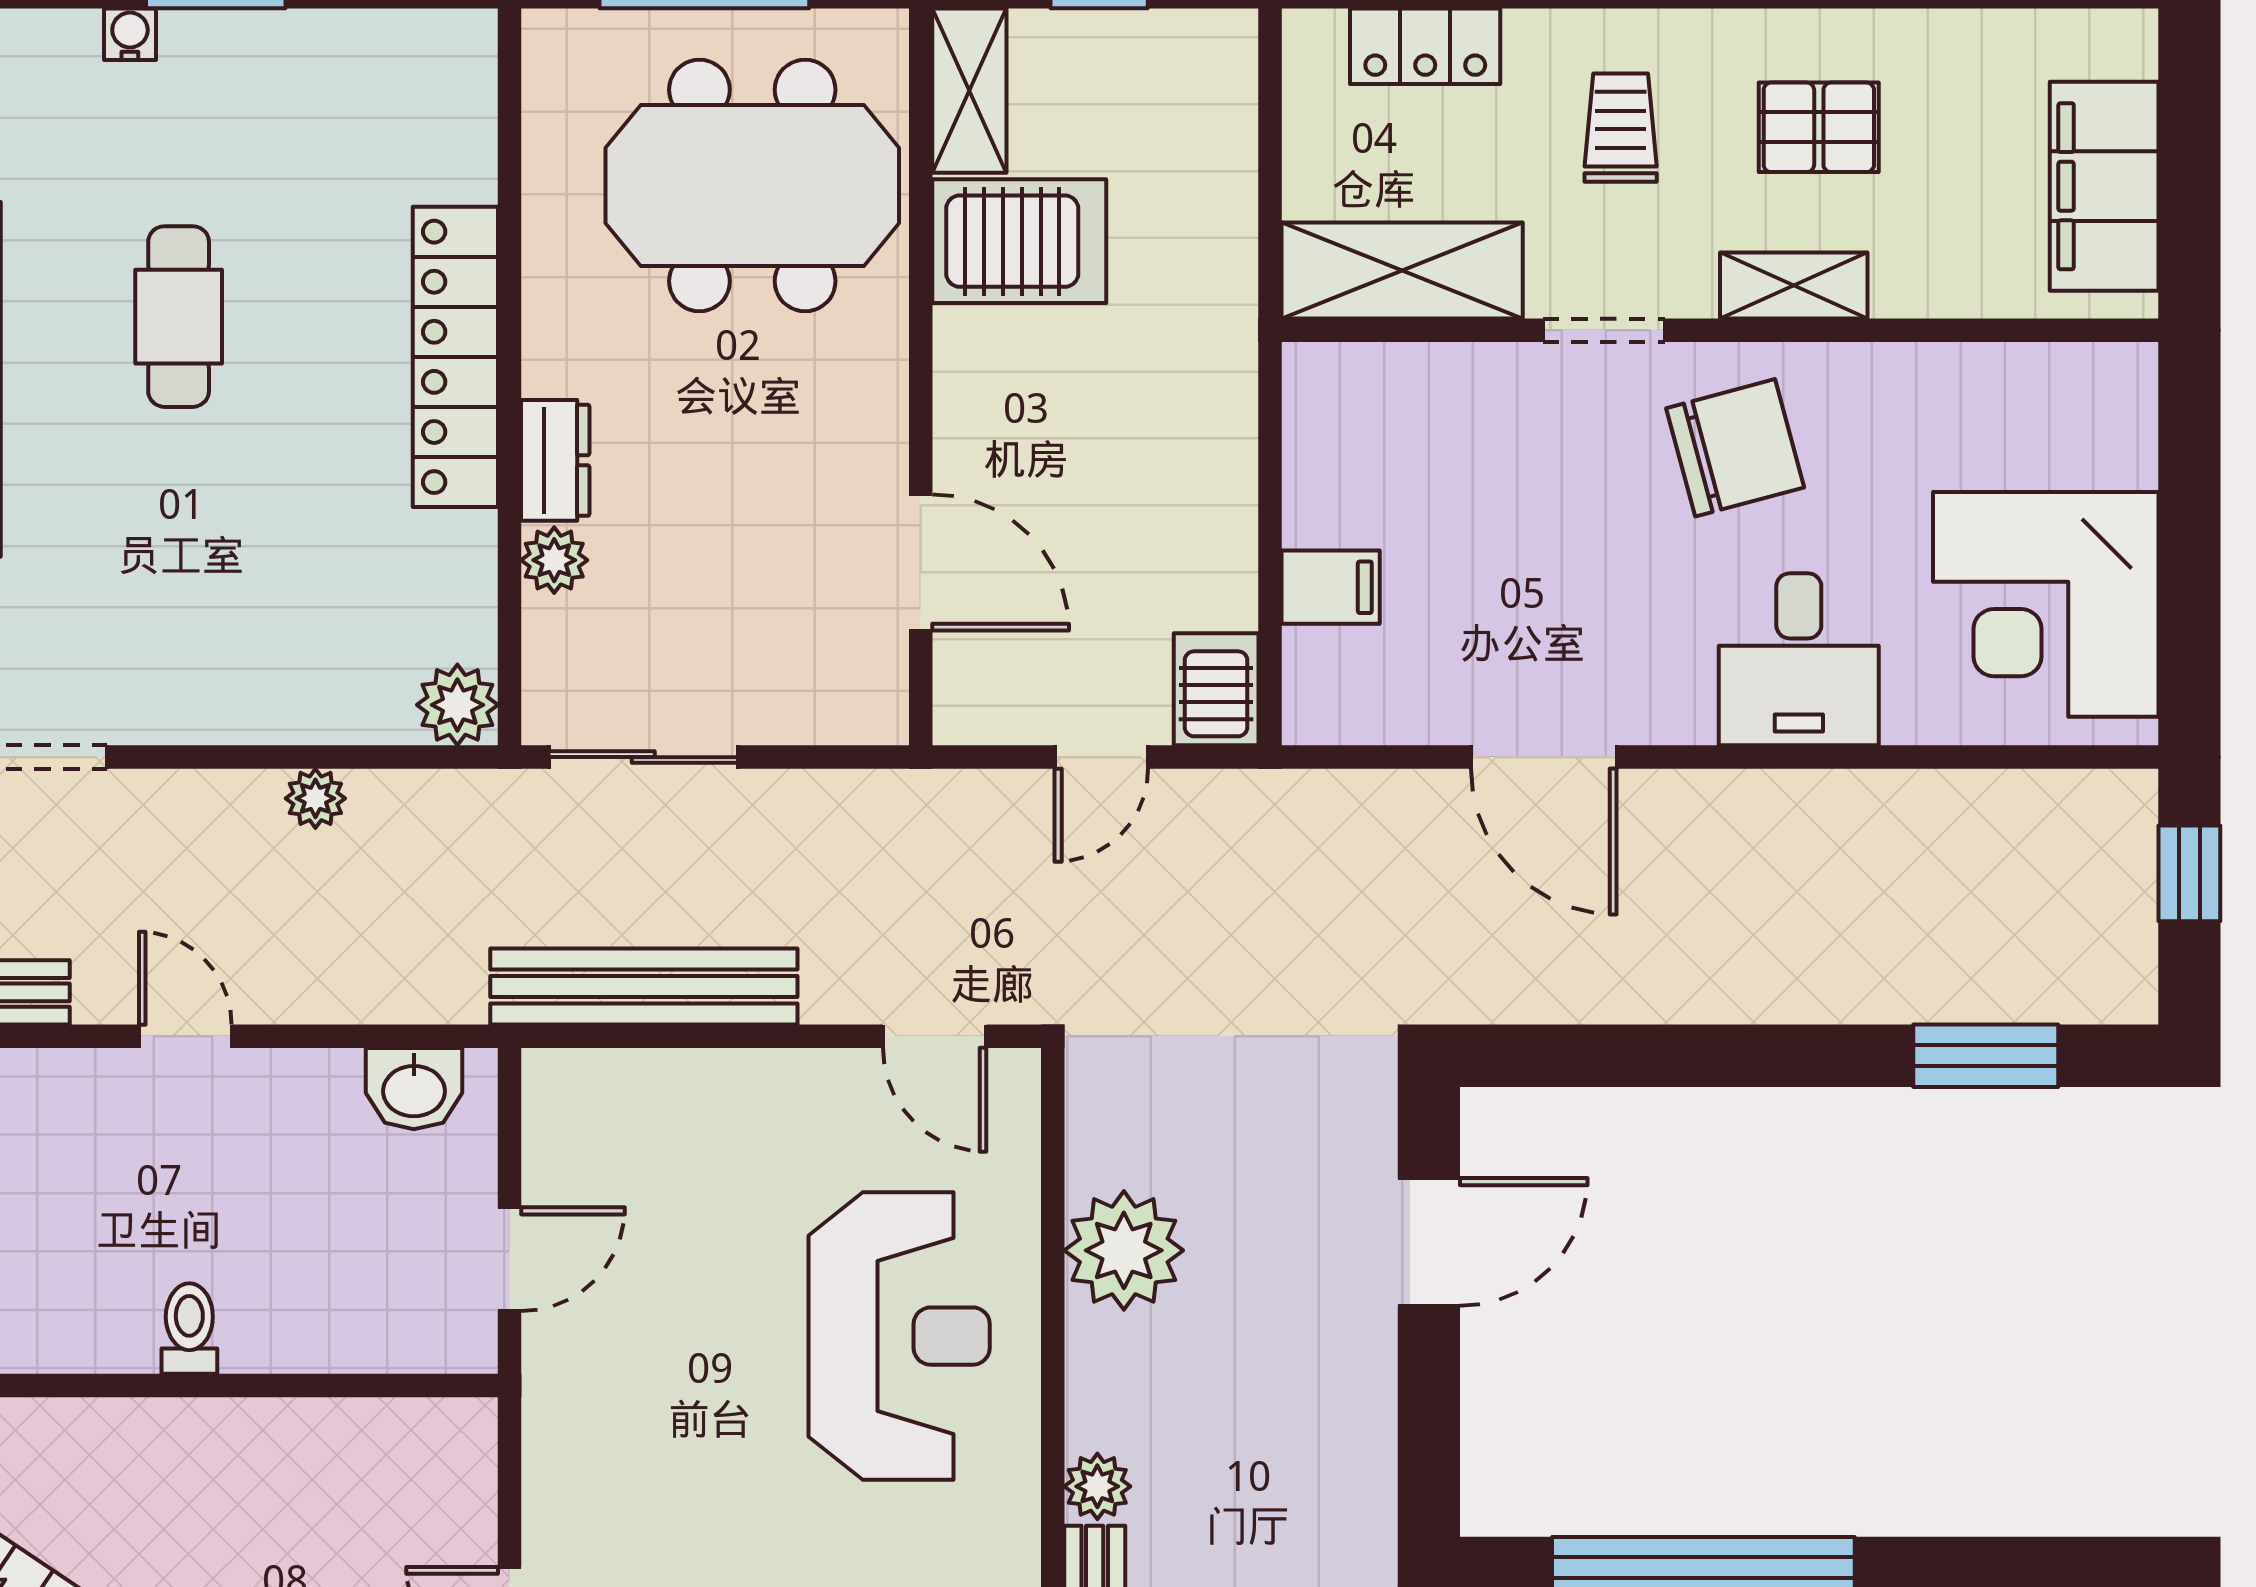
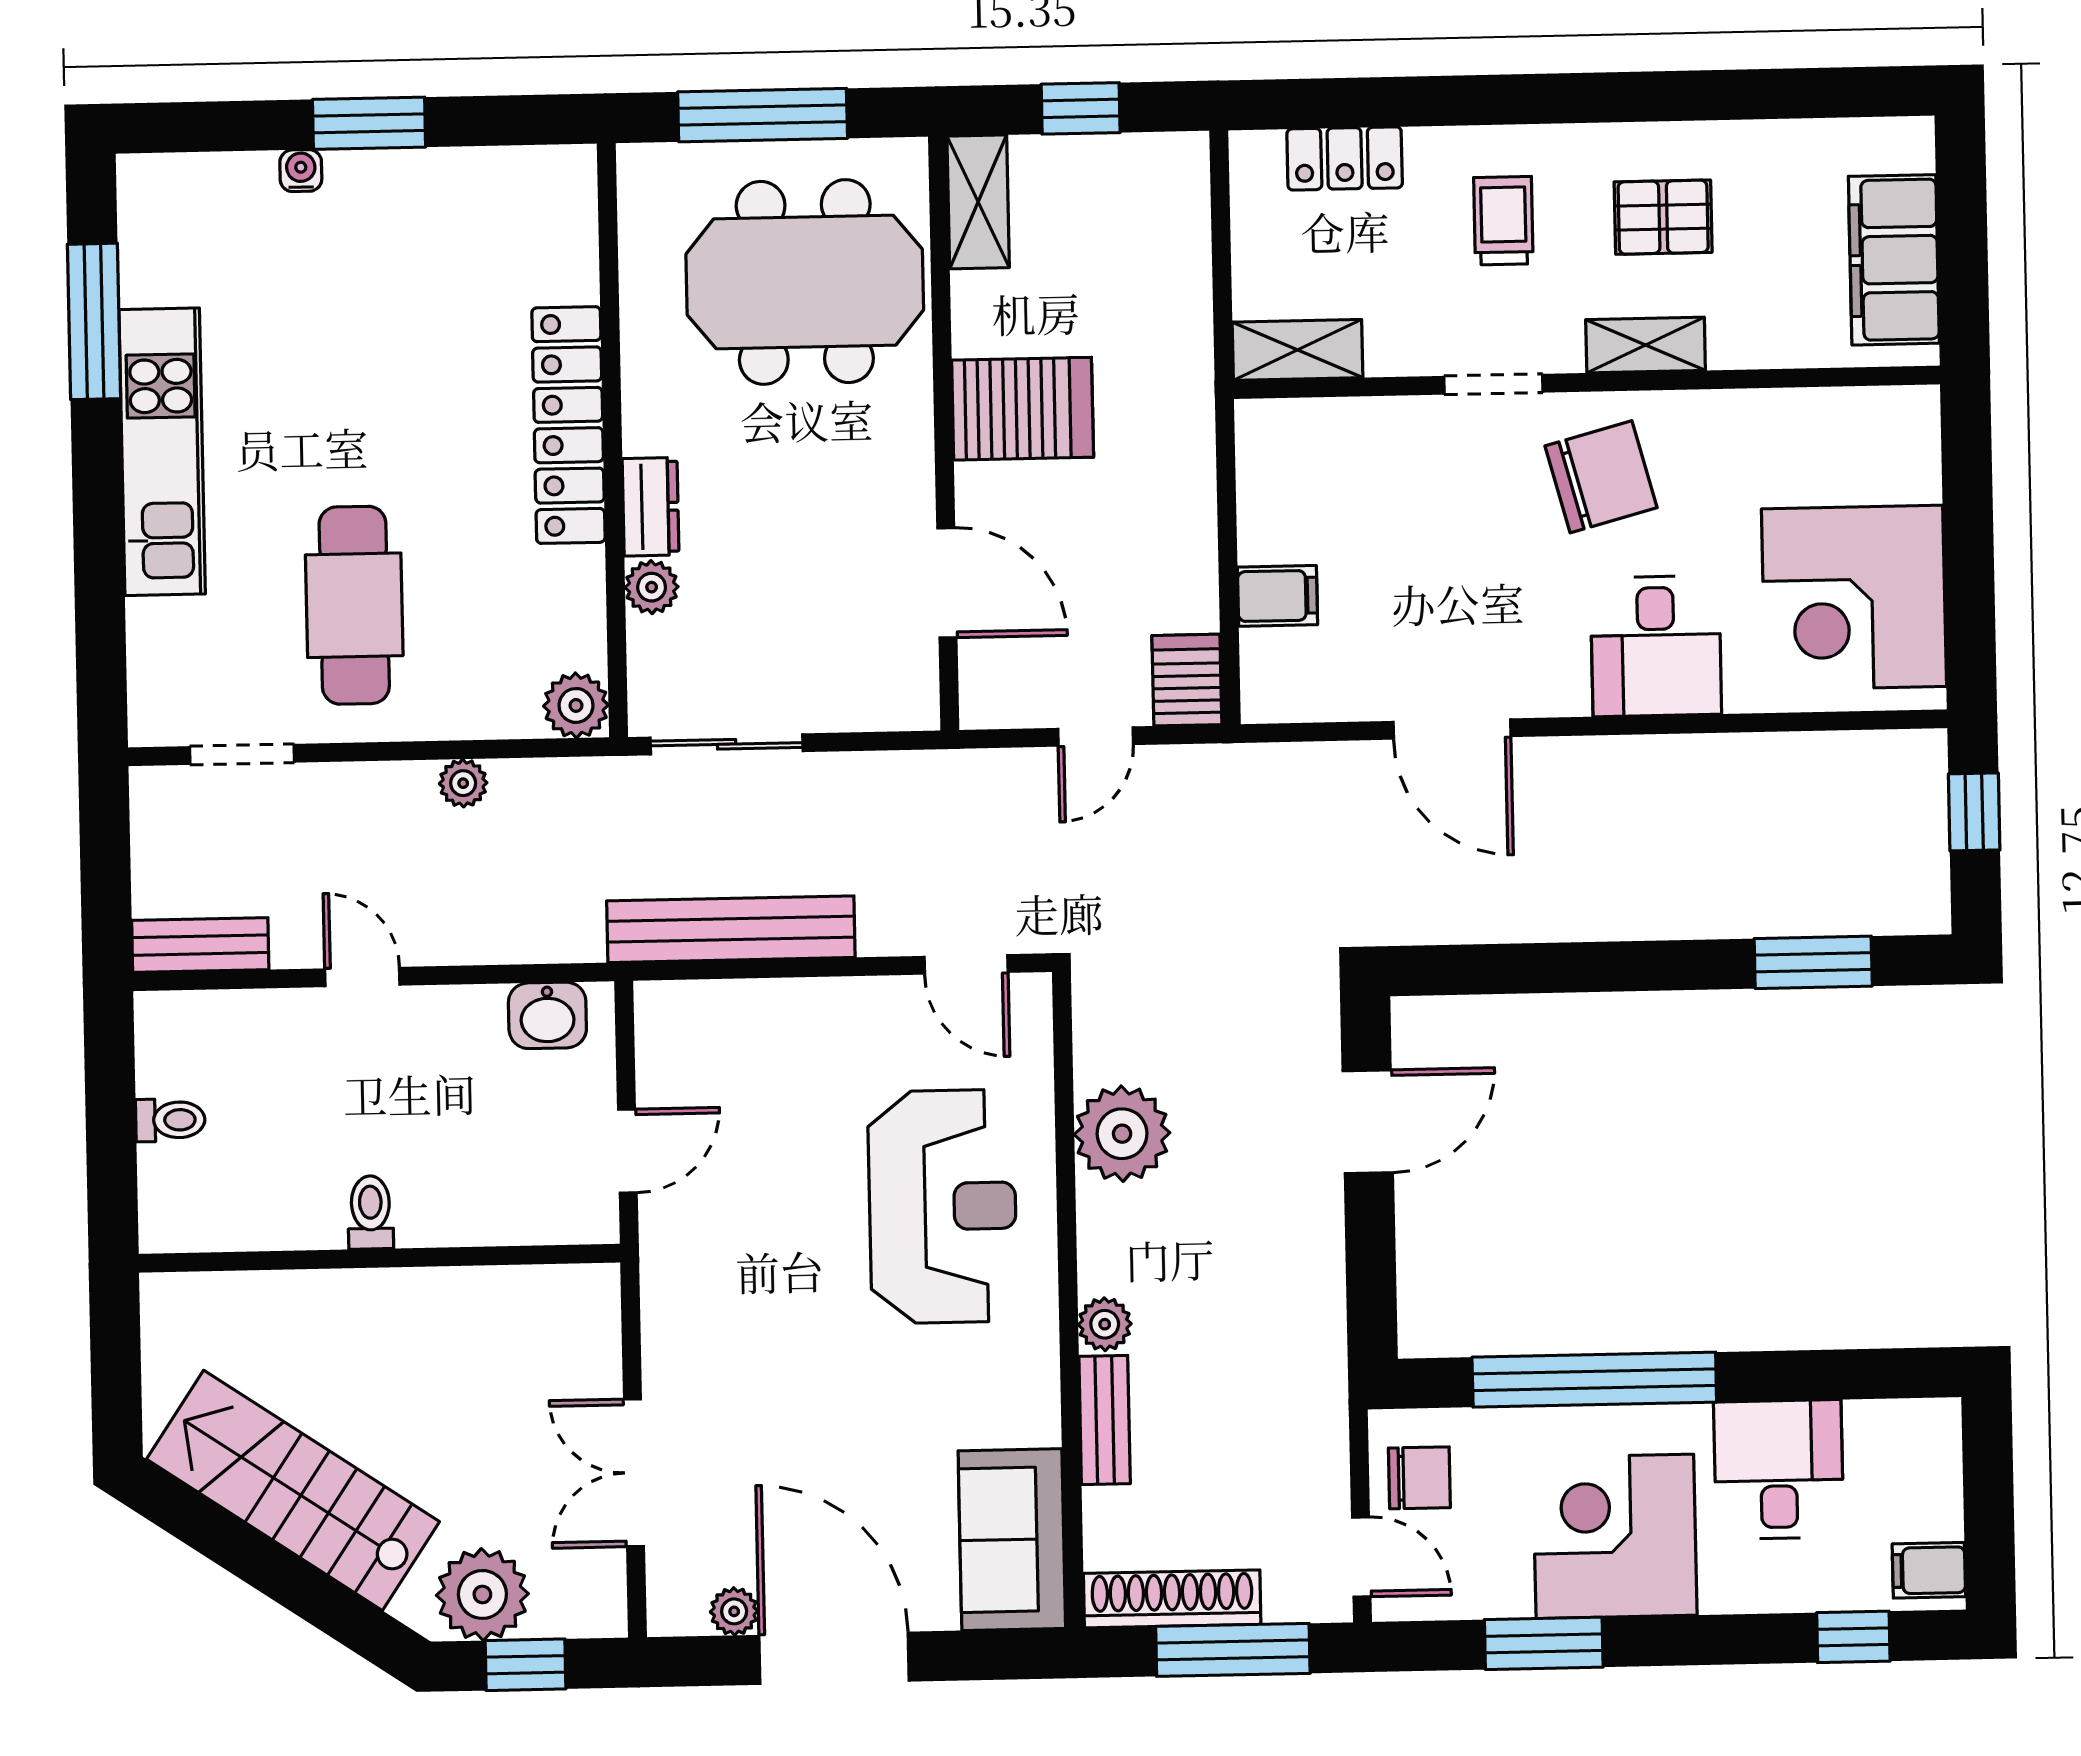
server rack: (1019, 241) -> (1023, 409), moved
shelving: (1402, 270) -> (1298, 350), width x0.67, depth x0.75
cafe table: (179, 317) -> (354, 605), moved, width x1.37, depth x1.35

